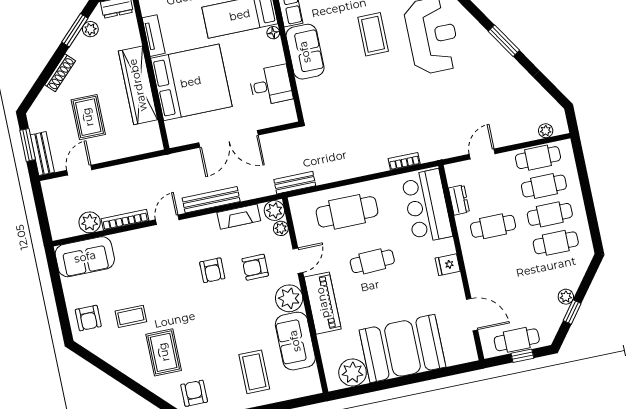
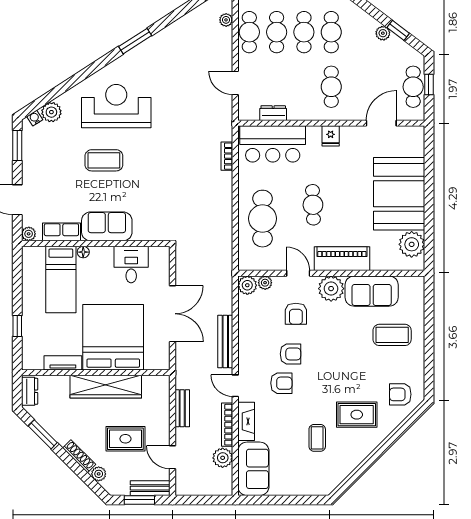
plant: (90, 29) -> (99, 474), moved
bench: (295, 183) -> (182, 408), moved
fireplace: (239, 217) -> (246, 421), moved
cafe table: (493, 226) -> (331, 87), moved
armchair: (88, 318) -> (281, 383), moved

